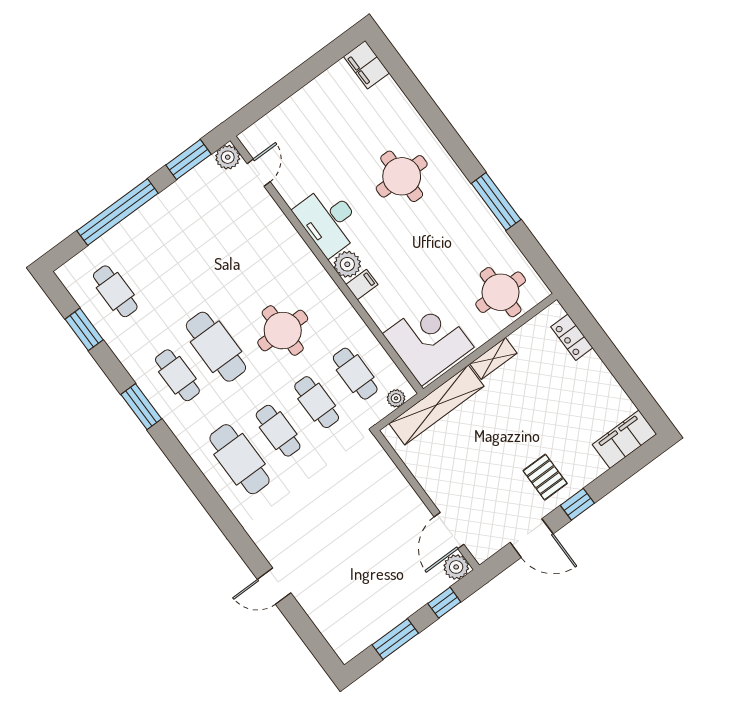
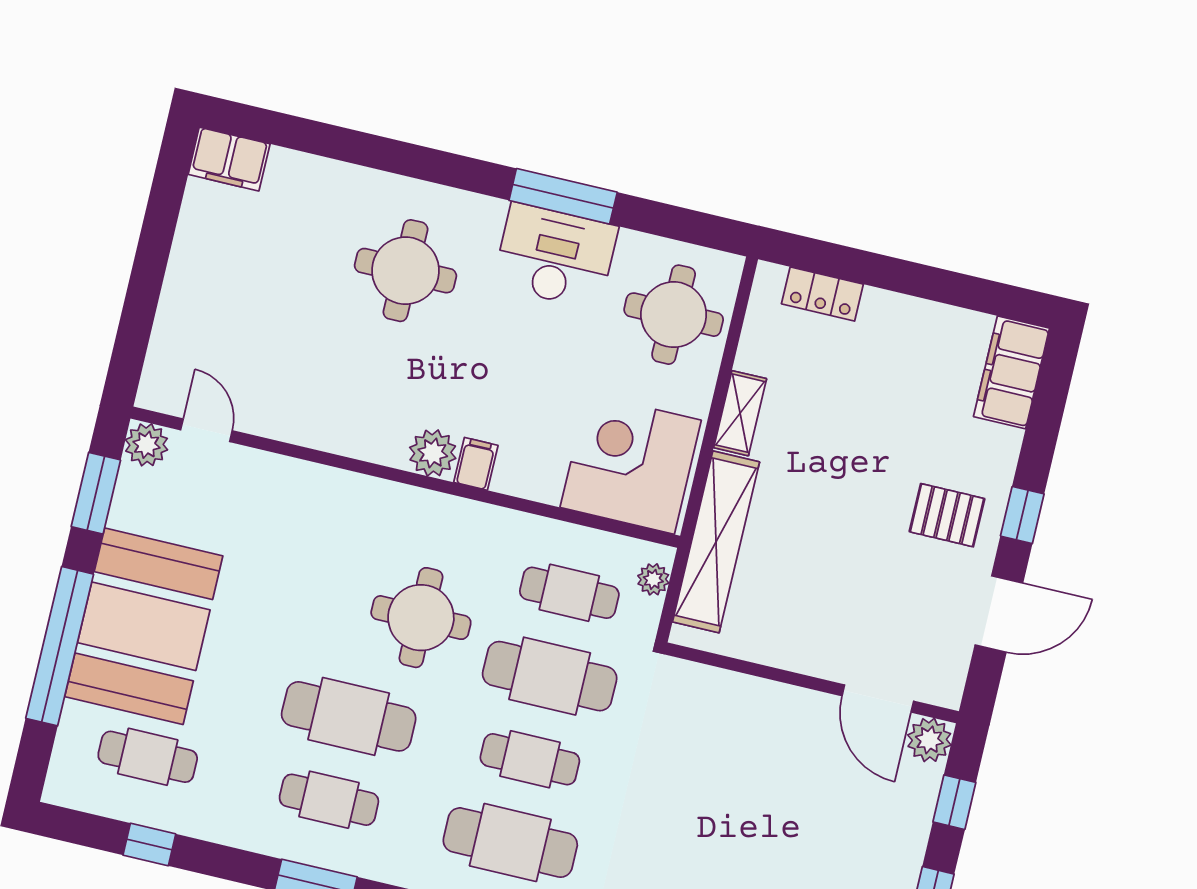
desk: (329, 220) -> (555, 256), moved, turned 180
booth: (161, 234) -> (144, 626), added
window: (84, 329) -> (149, 845), width x0.67
cafe table: (317, 402) -> (550, 676), width x1.37, depth x1.35

